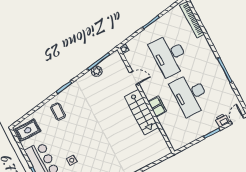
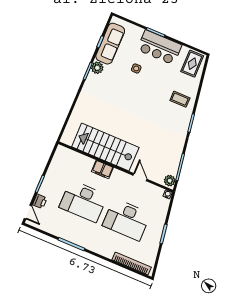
desk: (169, 55) -> (127, 220), turned 180
plant: (97, 71) -> (170, 181), moved
door: (134, 78) -> (140, 177), swing flipped
desk: (190, 94) -> (83, 201), turned 180
stairs: (142, 112) -> (105, 147), width x1.36, depth x1.51

